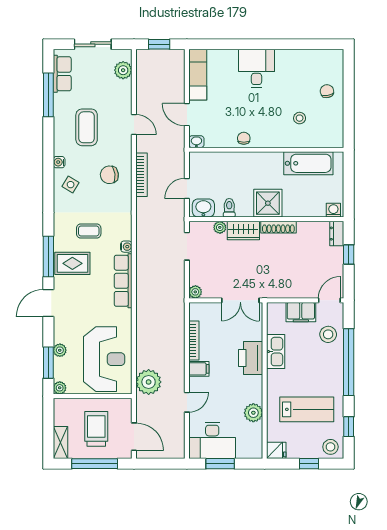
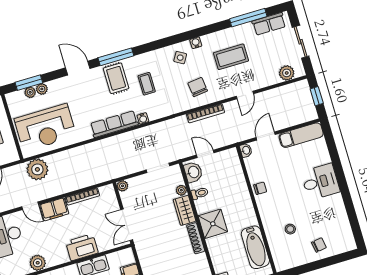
filing cabinet: (199, 369) -> (54, 209), width x2.00
plant: (60, 388) -> (30, 92), moved

